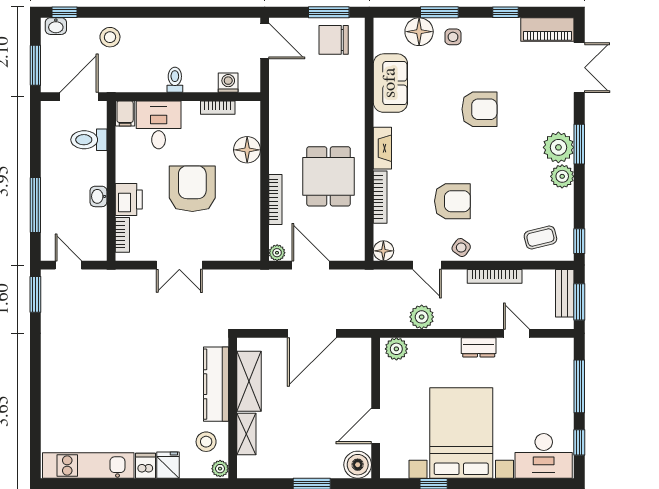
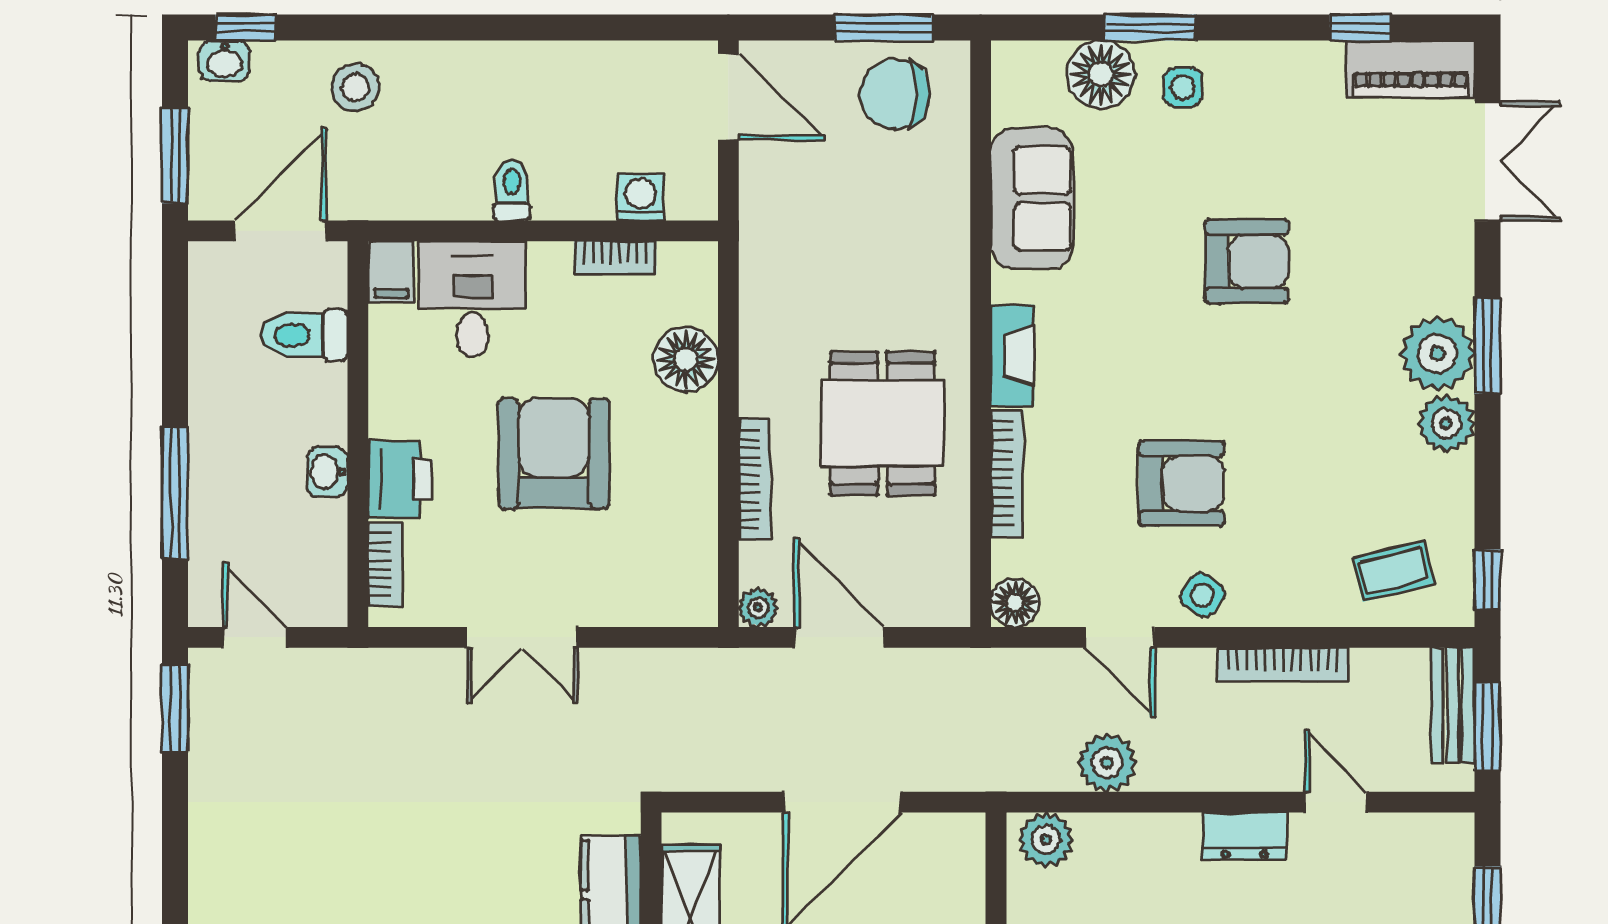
window: (506, 12) -> (1360, 28), moved

